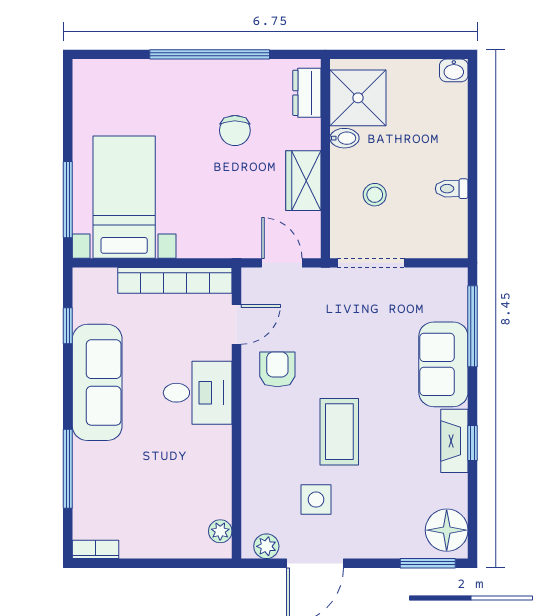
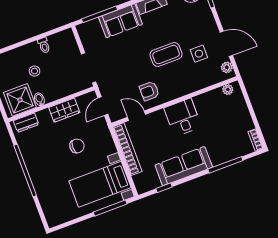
chair: (235, 130) -> (77, 146), moved
stool: (375, 195) -> (35, 71), moved
desk: (198, 393) -> (183, 117), moved

